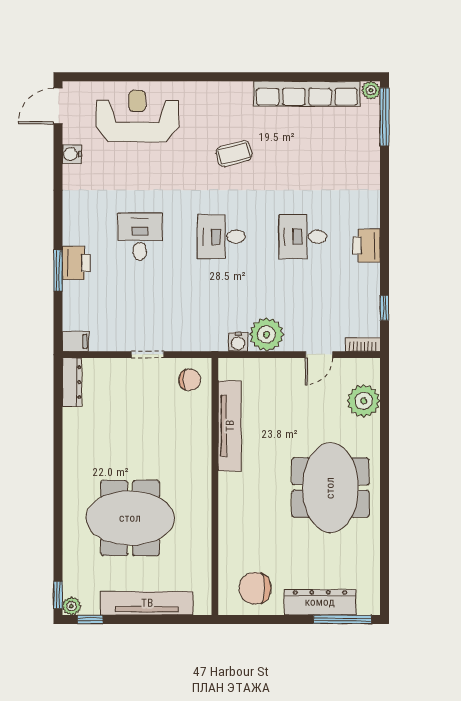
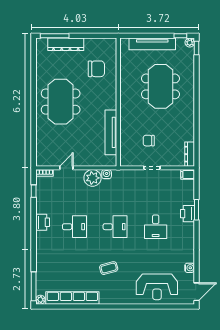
chair: (190, 380) -> (149, 141), moved
plant: (364, 401) -> (44, 145), removed
meeting table: (130, 518) -> (160, 86), turned 90
chair: (255, 588) -> (96, 69), moved

